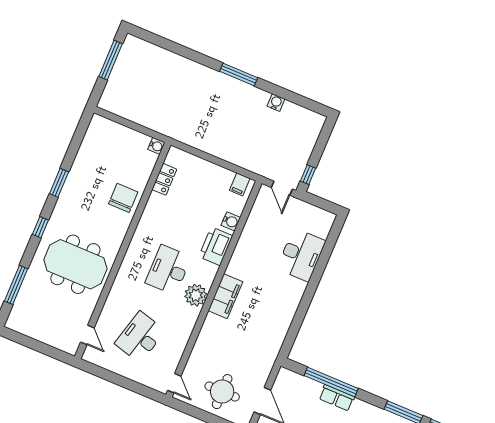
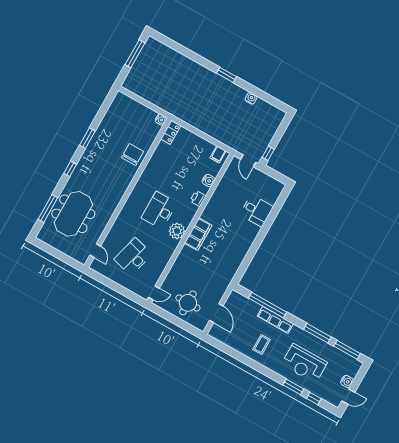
window: (239, 74) -> (226, 75), width x0.69
locker: (164, 179) -> (171, 132), moved
printer: (216, 246) -> (198, 199), width x0.53, depth x0.68
desk: (301, 255) -> (257, 211), width x0.73
meeting table: (75, 264) -> (73, 214), moved, turned 90
door: (174, 383) -> (154, 293), hinge flipped
row of seats: (337, 398) -> (275, 320), width x1.48

